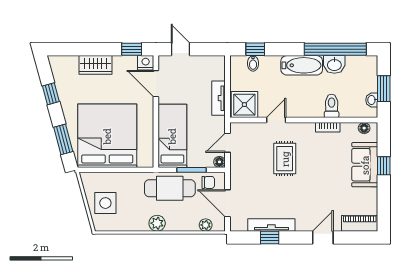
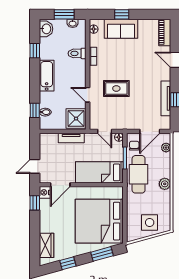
window: (335, 49) -> (35, 51), width x0.32
washbasin: (334, 64) -> (46, 29), moved
wardrobe: (95, 65) -> (46, 245), moved

